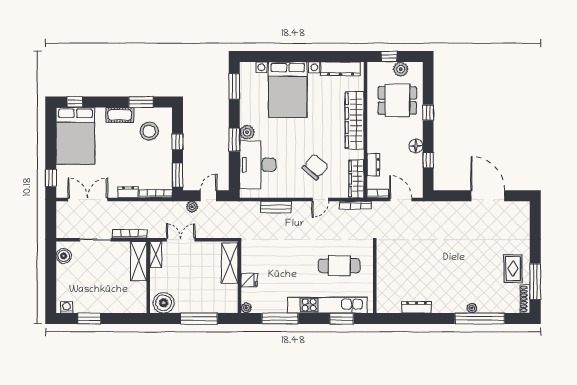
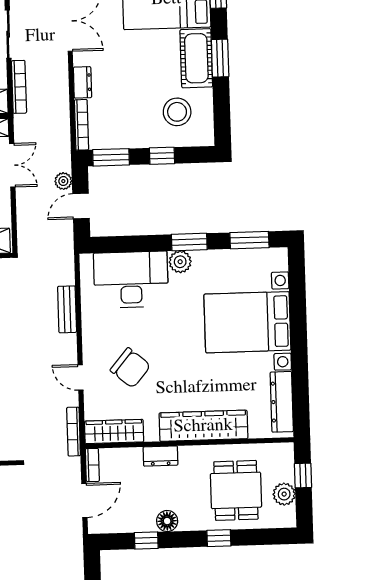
window: (141, 102) -> (220, 58), moved
cot: (120, 115) -> (196, 58), width x1.37, depth x1.34
window: (234, 140) -> (189, 242), moved
dresser: (373, 165) -> (160, 456), moved
door: (209, 196) -> (81, 206), swing flipped

